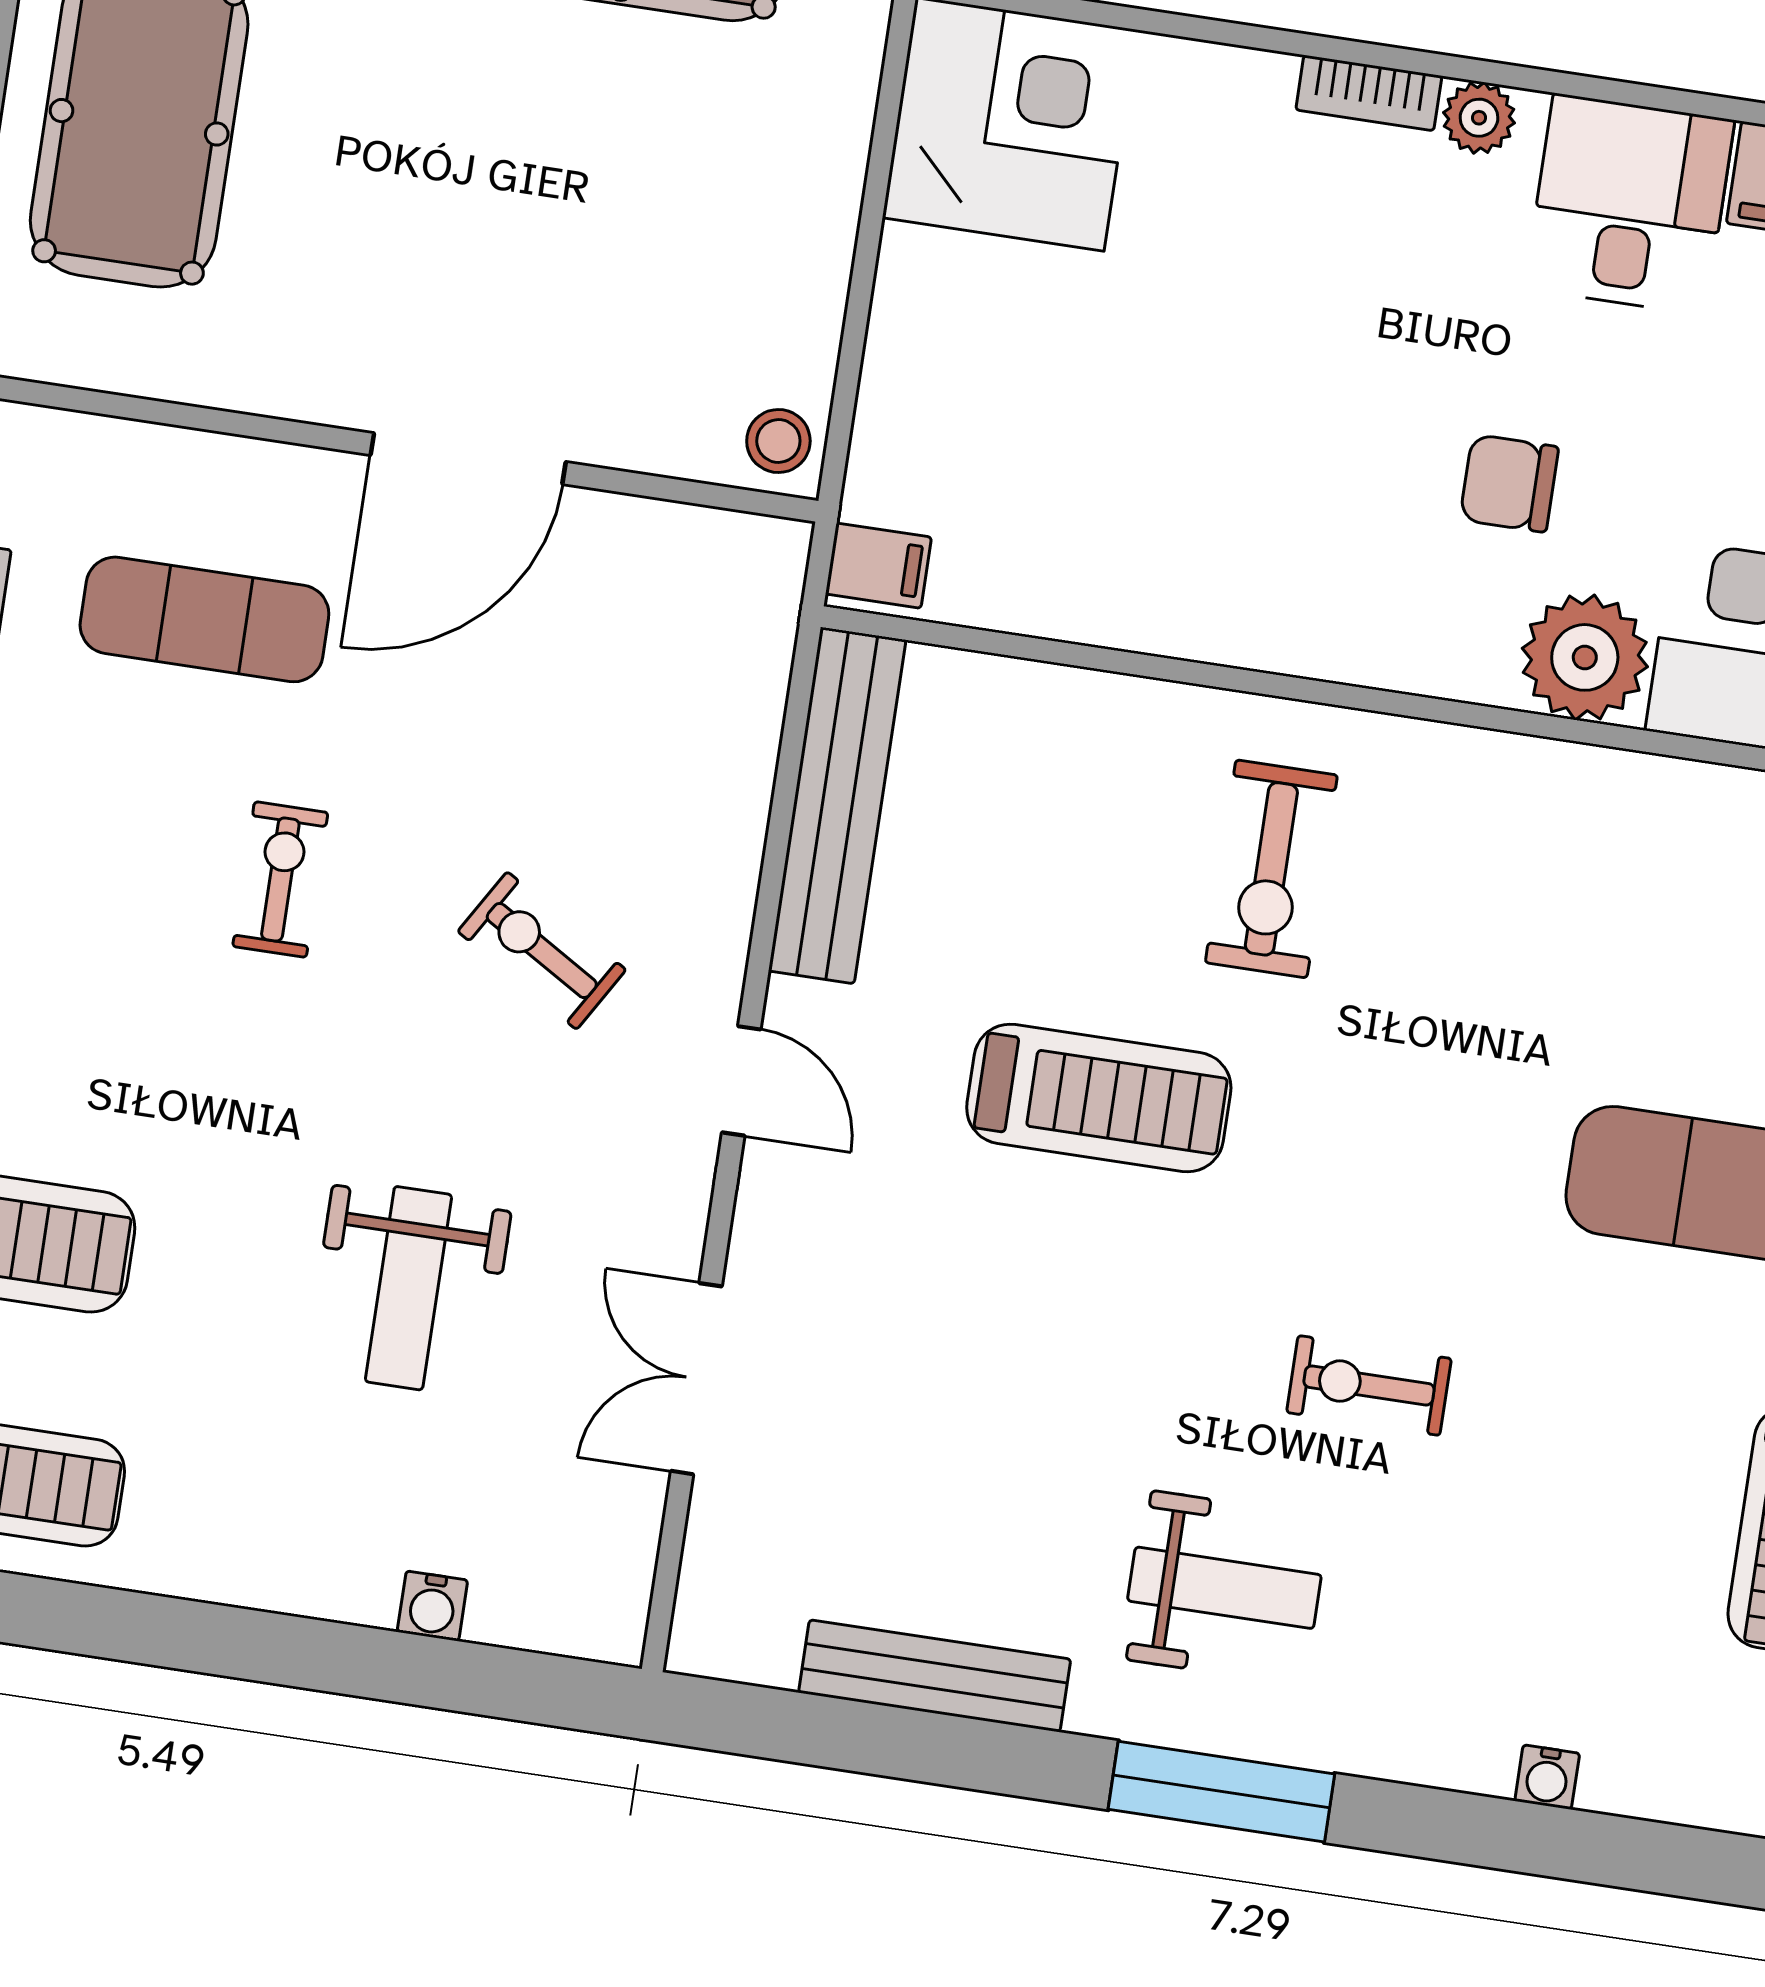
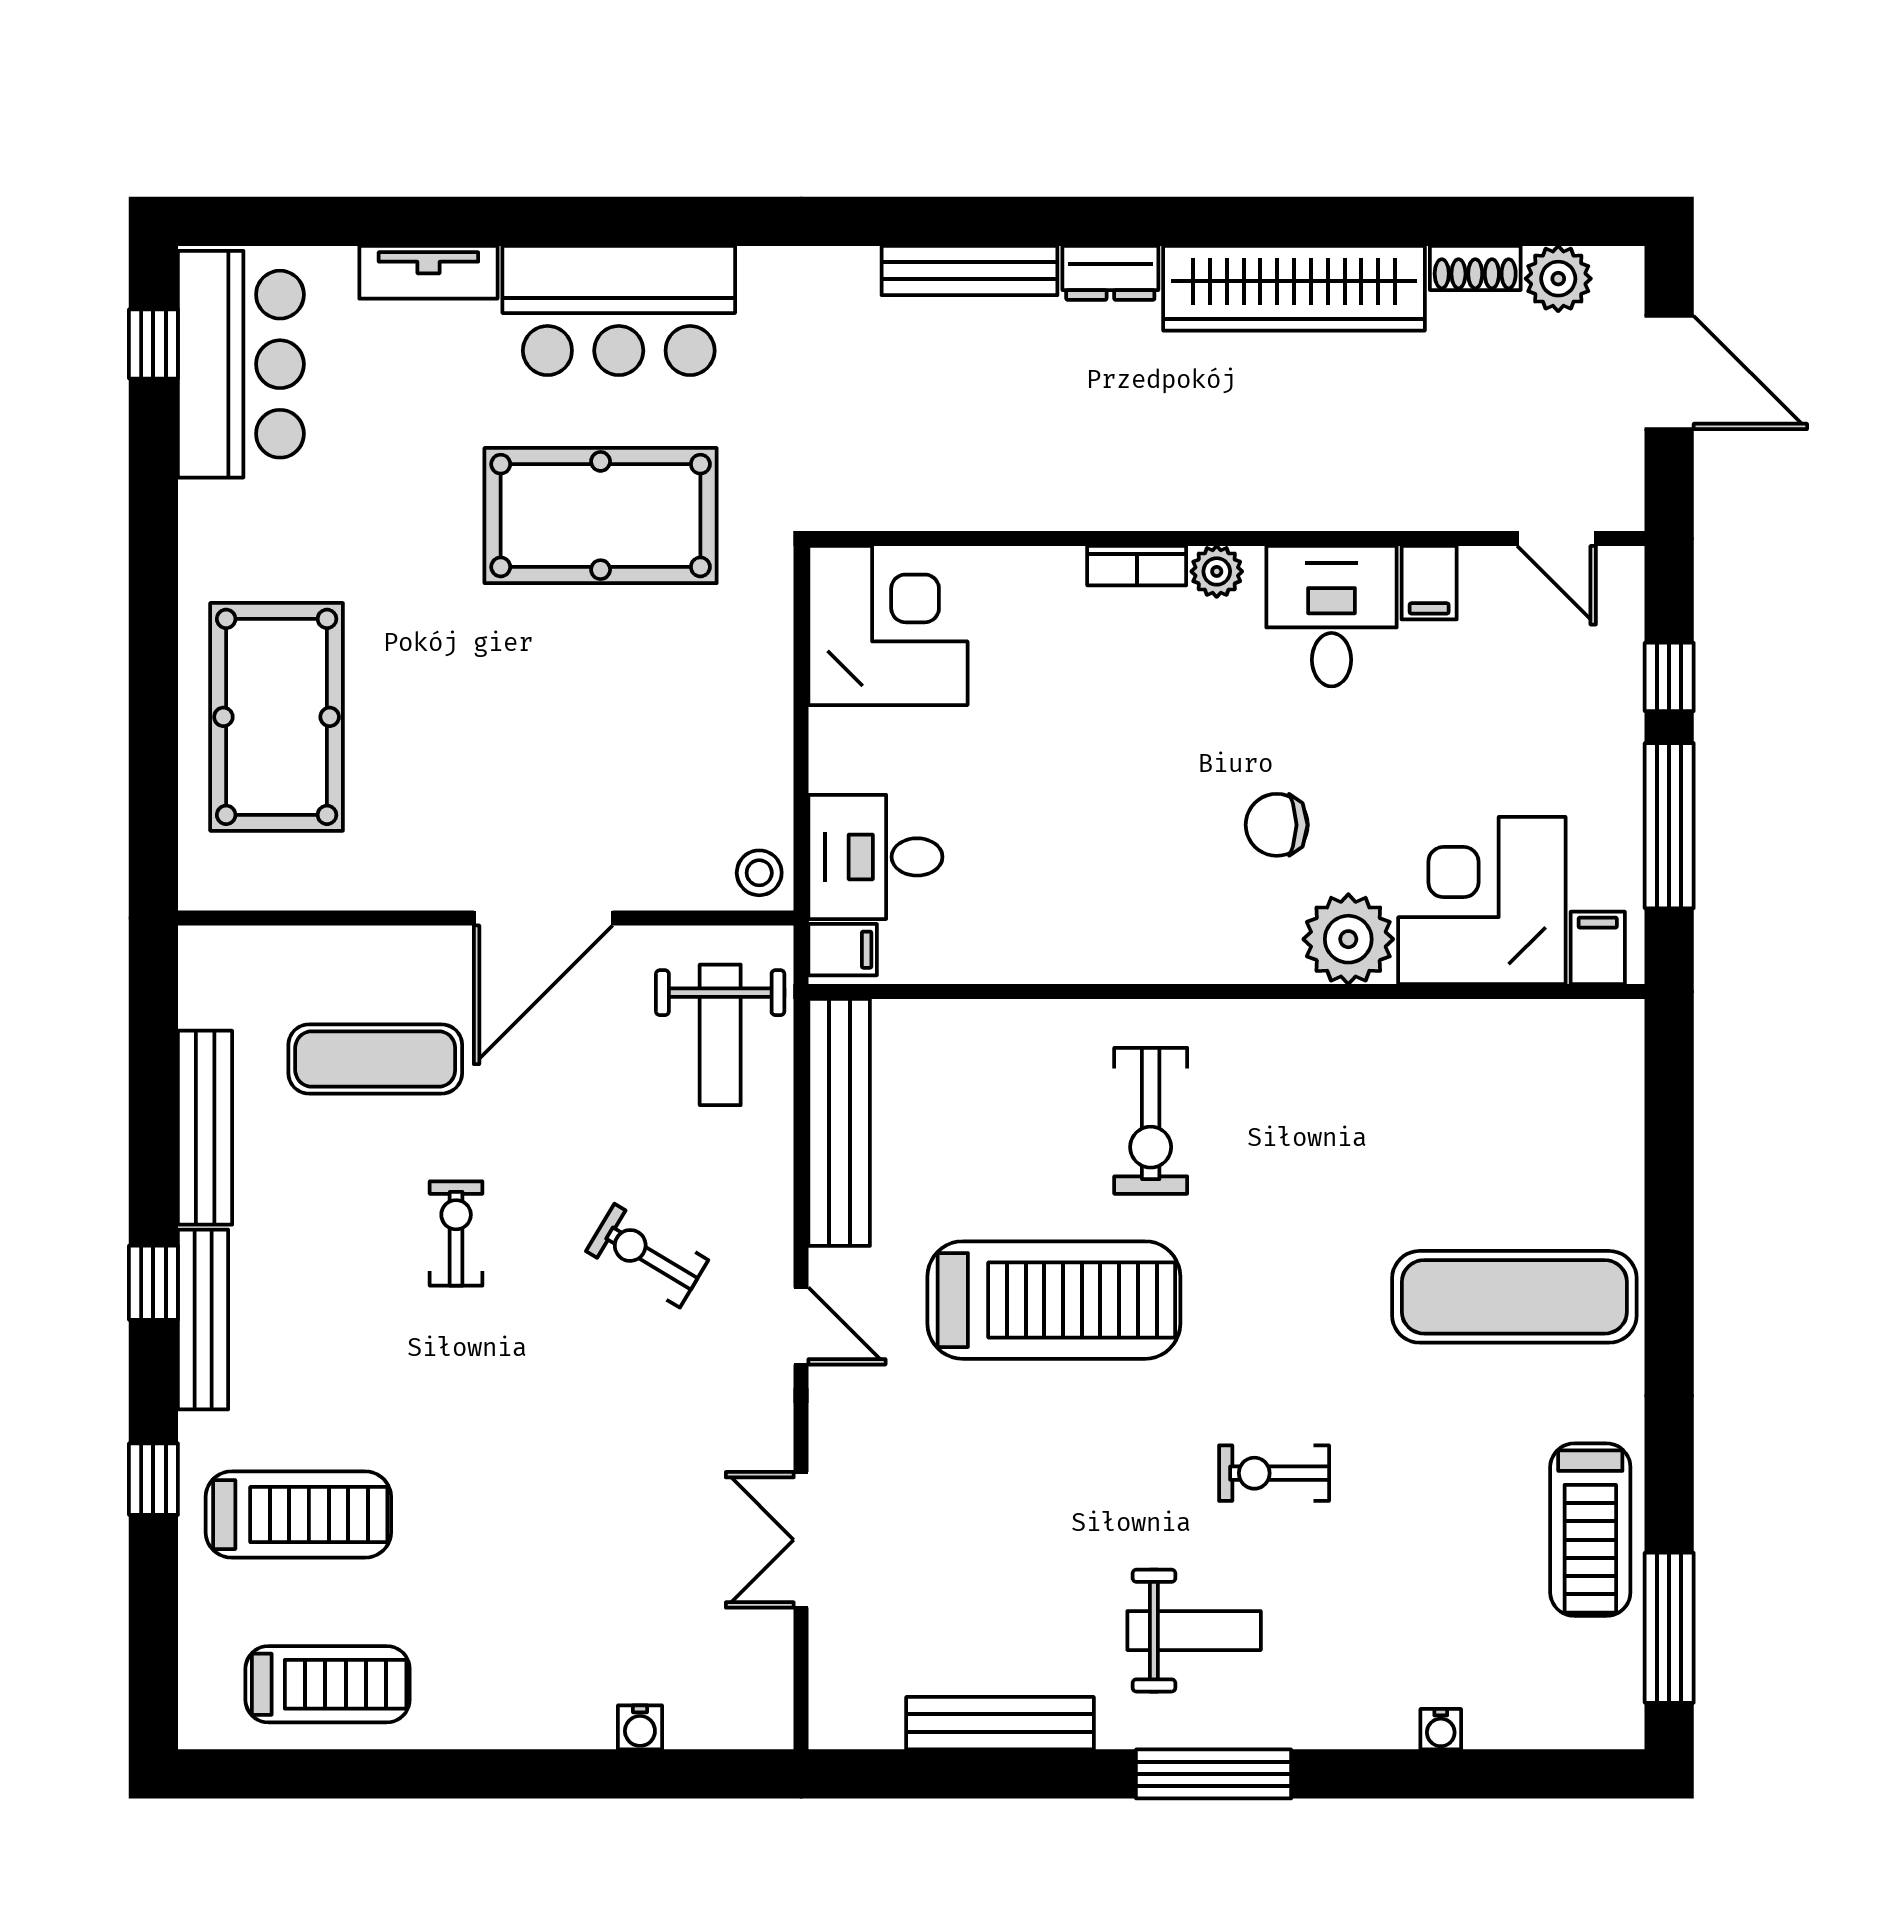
desk: (944, 443) -> (875, 857), added
treadmill: (1099, 1098) -> (1054, 1300), width x1.37, depth x1.38
weight bench: (408, 1288) -> (720, 1035), moved

